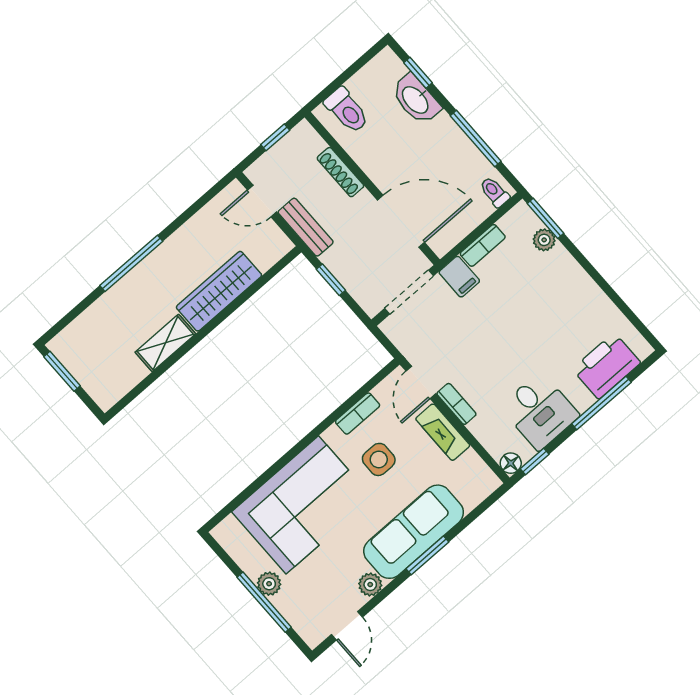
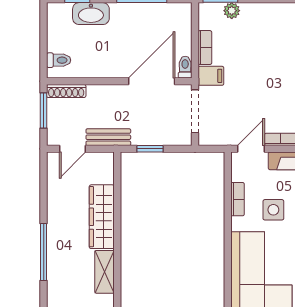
toilet: (347, 110) -> (59, 60), width x0.73, depth x0.72
window: (275, 137) -> (44, 110), width x1.50
shoe rack: (340, 172) -> (66, 91), moved
toilet: (494, 192) -> (185, 67), moved, turned 90
door: (421, 382) -> (251, 149), swing flipped

